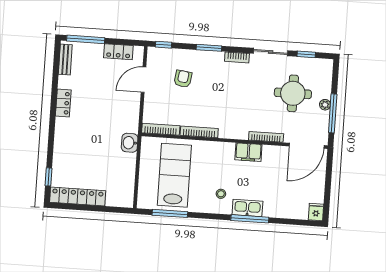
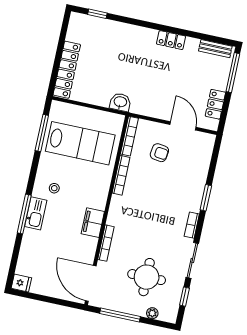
window: (163, 45) -> (216, 152), removed
armchair: (183, 79) -> (159, 153), moved
plant: (325, 105) -> (152, 313), moved
locker: (78, 196) -> (67, 70), moved

